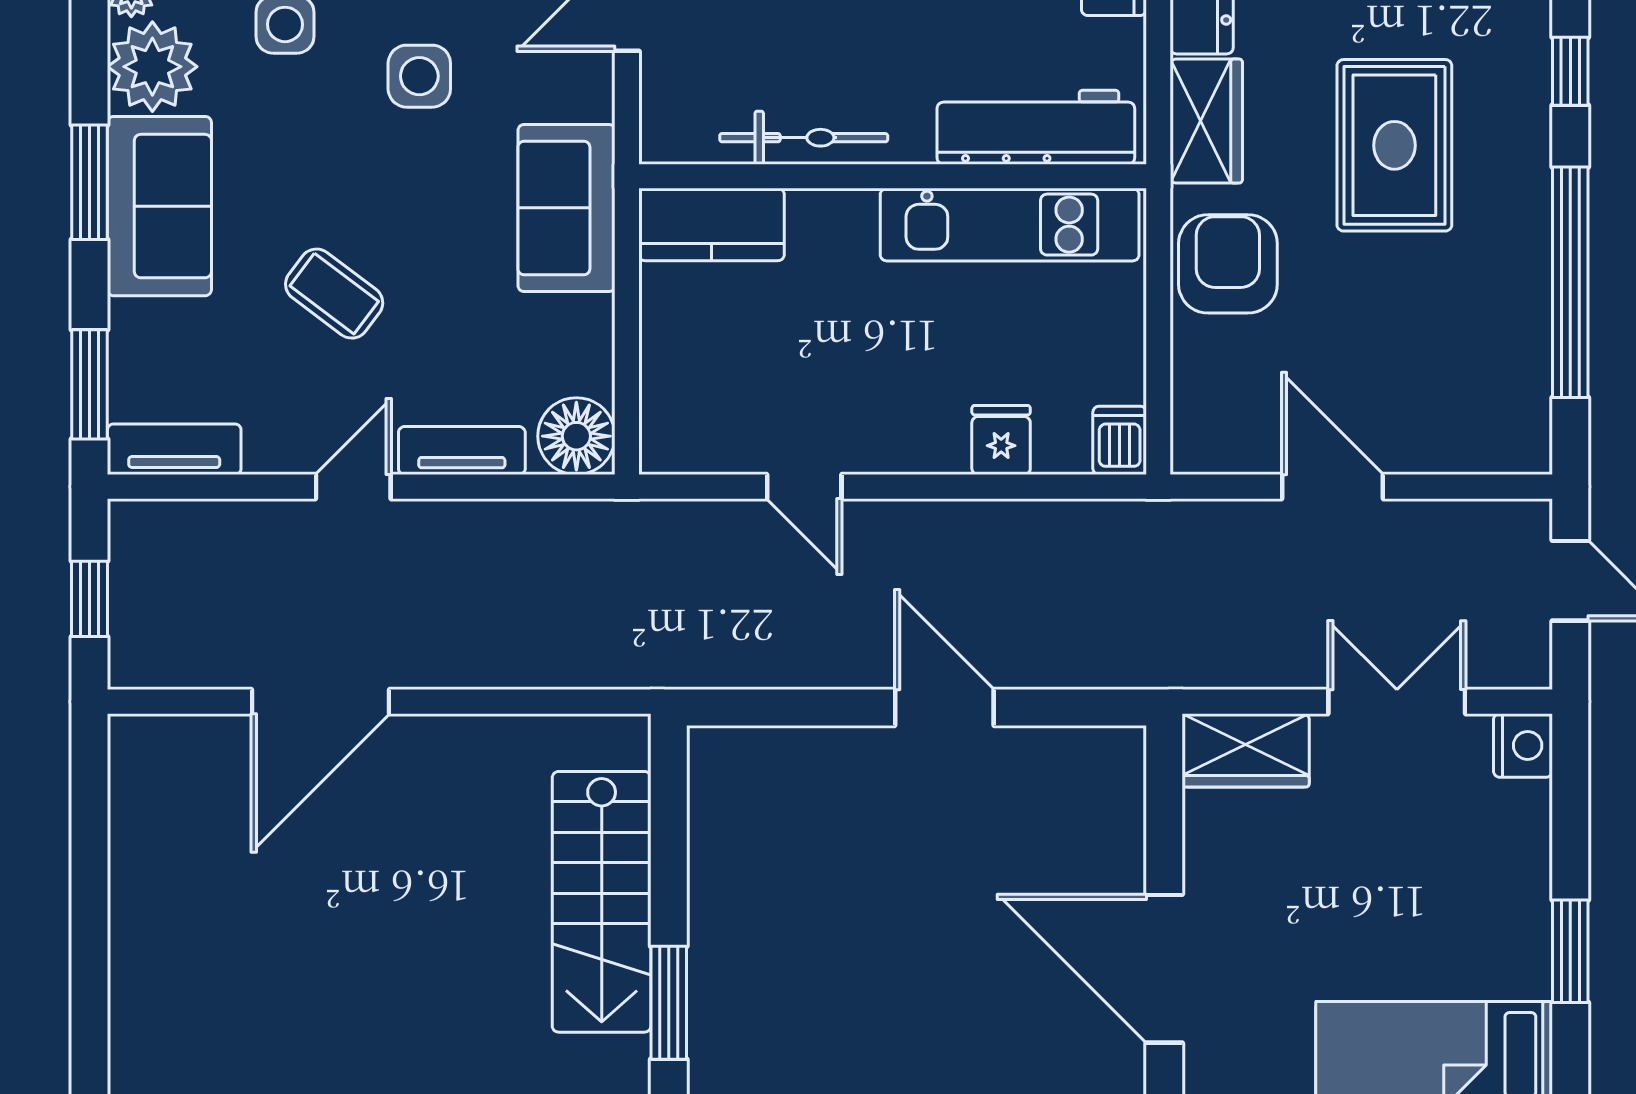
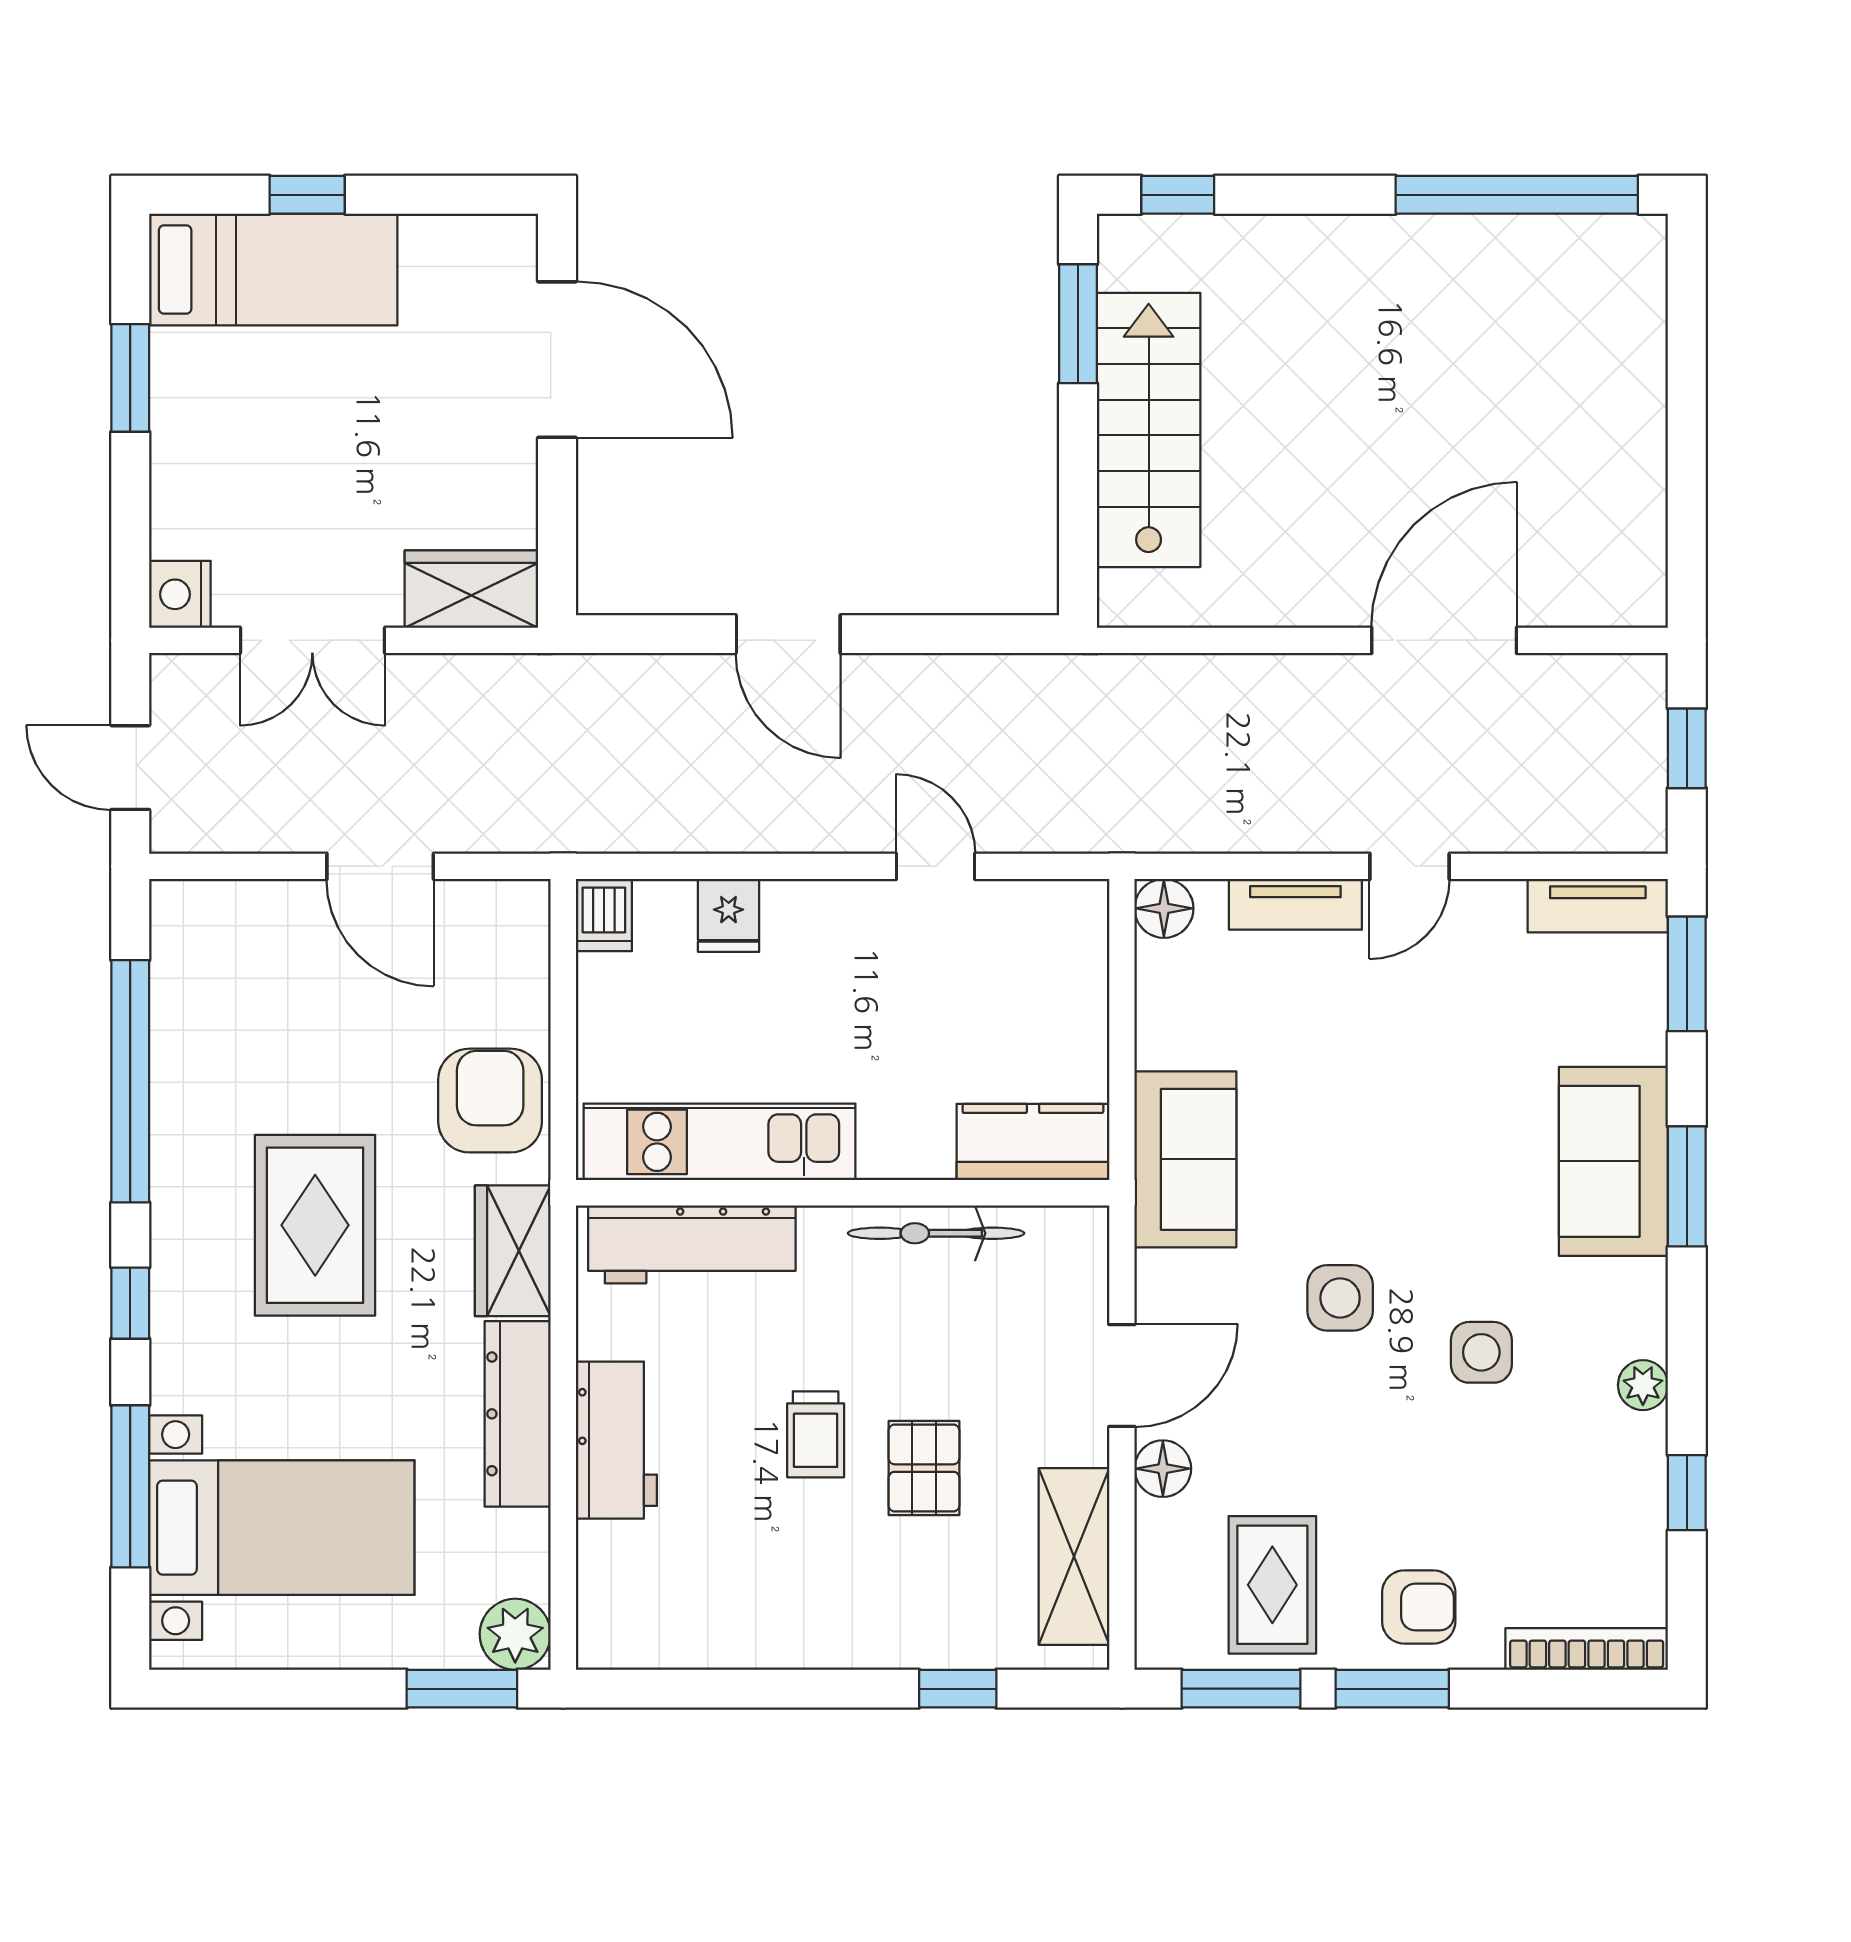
plant: (152, 67) -> (1621, 1308), removed
armchair: (1228, 264) -> (490, 1101), turned 180
coffee table: (334, 294) -> (1430, 1069), removed
floor lamp: (576, 436) -> (1164, 908), width x0.73, depth x0.73

